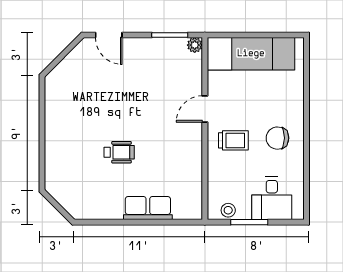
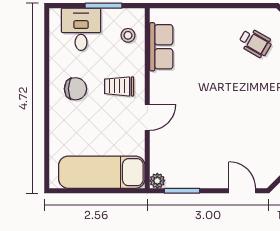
wheelchair: (119, 152) -> (255, 43), moved, turned -150
row of seats: (148, 208) -> (161, 47), moved, turned -90
stool: (228, 210) -> (128, 35), moved

